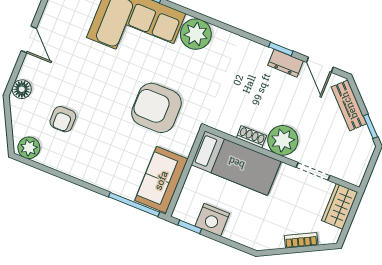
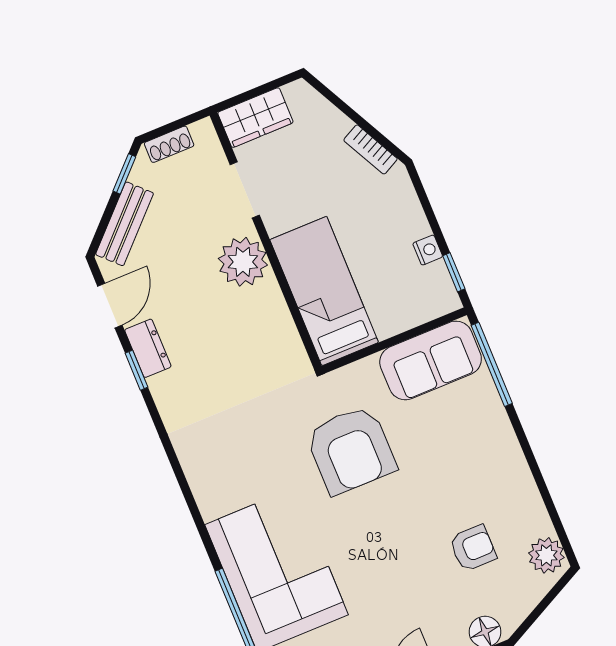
plant: (196, 34) -> (217, 489), removed
shoe rack: (251, 137) -> (169, 144), moved, turned -90
nightstand: (212, 220) -> (428, 250), width x0.53, depth x0.56
bookcase: (301, 240) -> (370, 149), moved

